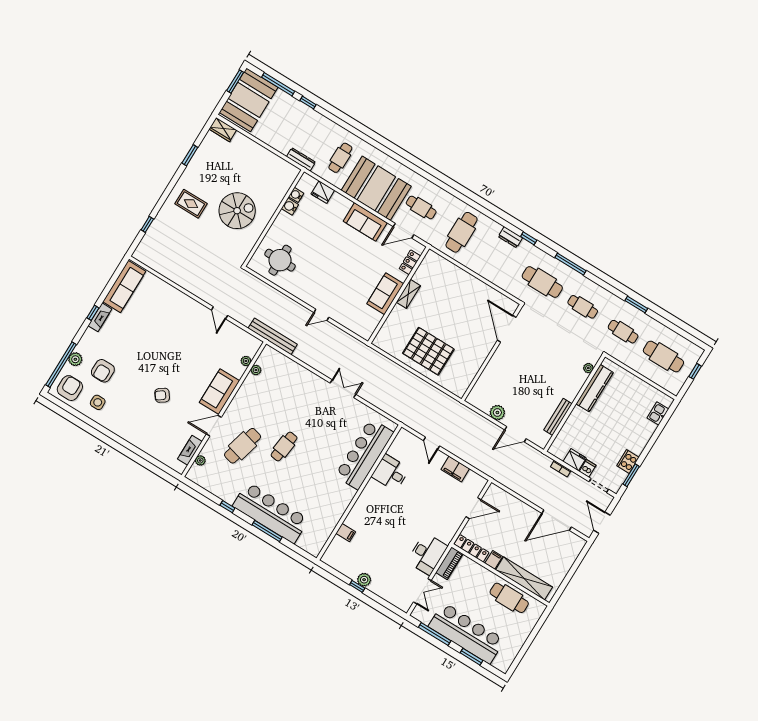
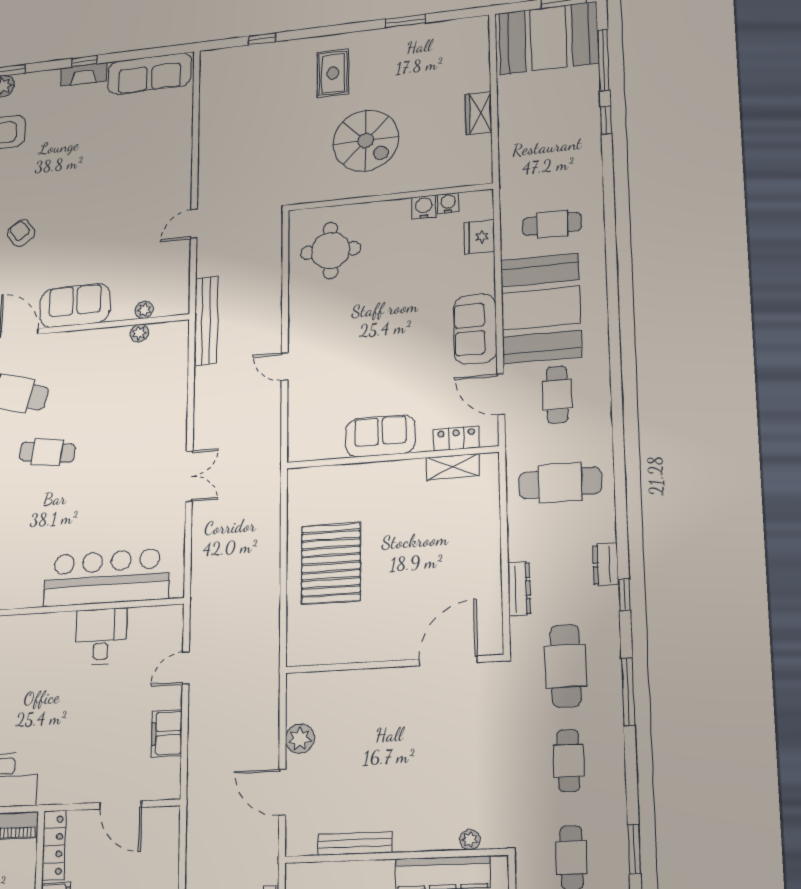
wardrobe: (223, 130) -> (478, 113), moved
dresser: (301, 159) -> (519, 589), moved
shelving: (408, 294) -> (453, 467), moved

